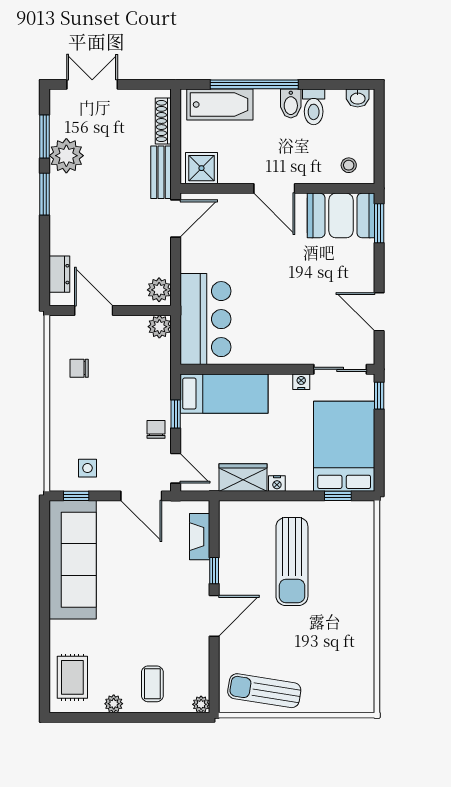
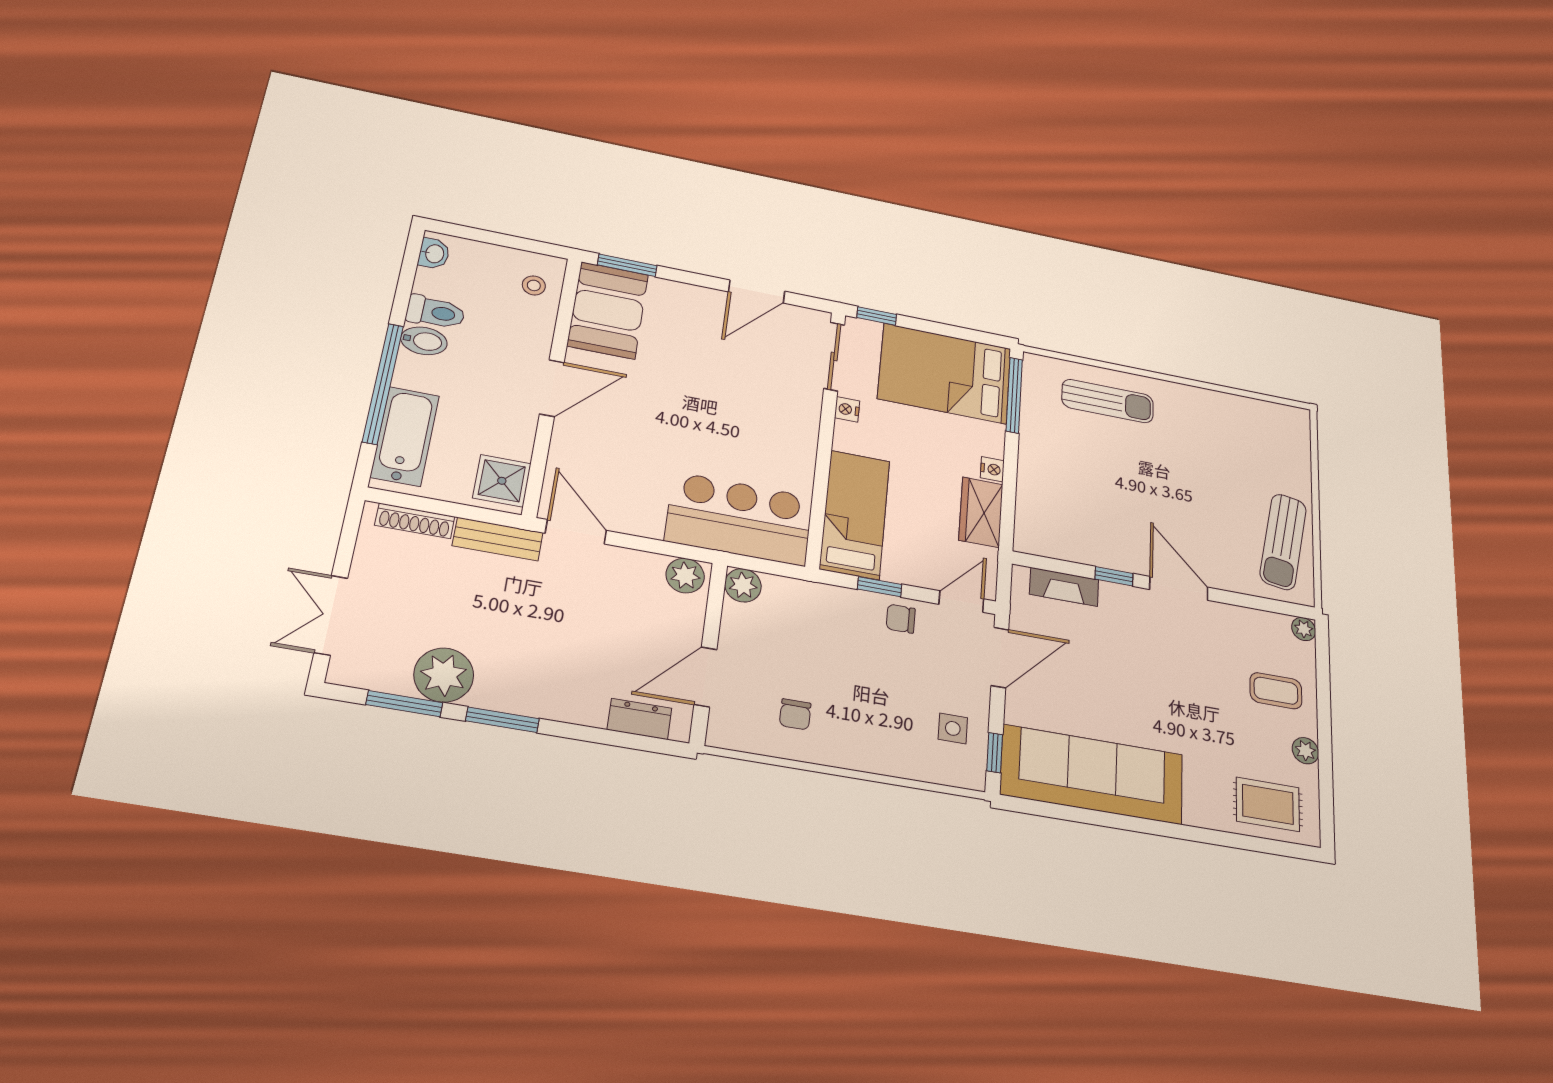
window: (338, 496) -> (1014, 395), width x2.17
sun lounger: (292, 561) -> (1108, 401), moved, width x0.73, depth x0.75

